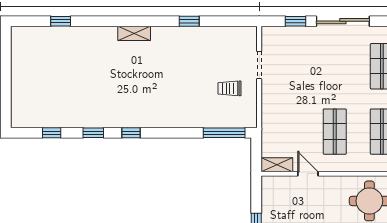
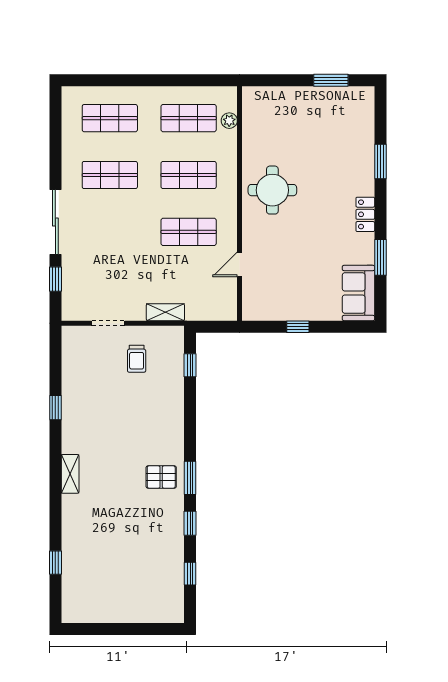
pallet: (132, 109) -> (161, 477), added
window: (131, 133) -> (190, 478), width x1.50
window: (224, 133) -> (190, 365), width x0.46
shelving: (277, 165) -> (165, 312), moved, turned 90

